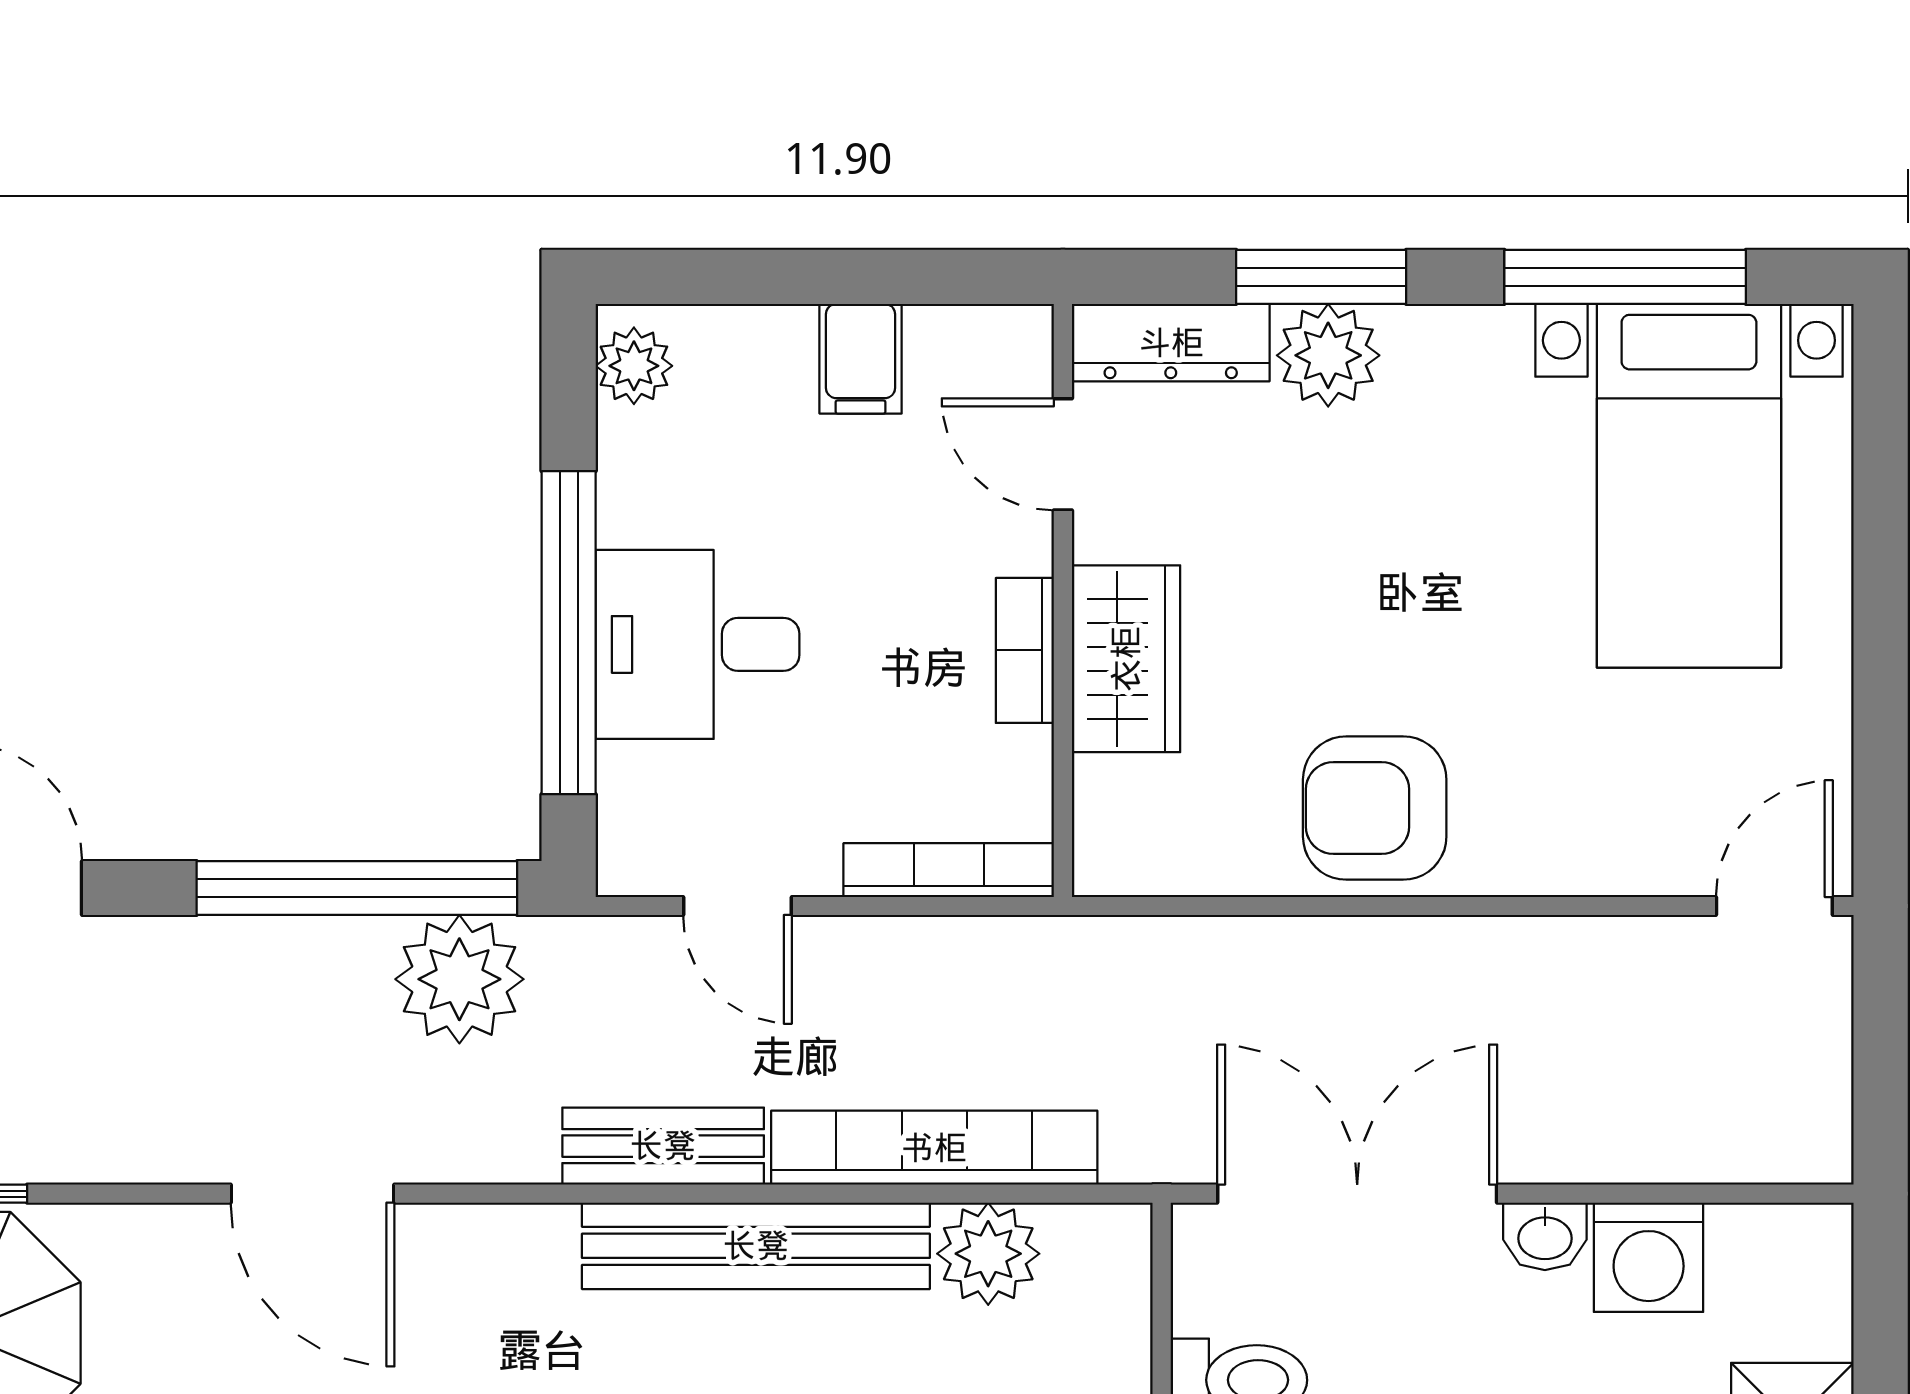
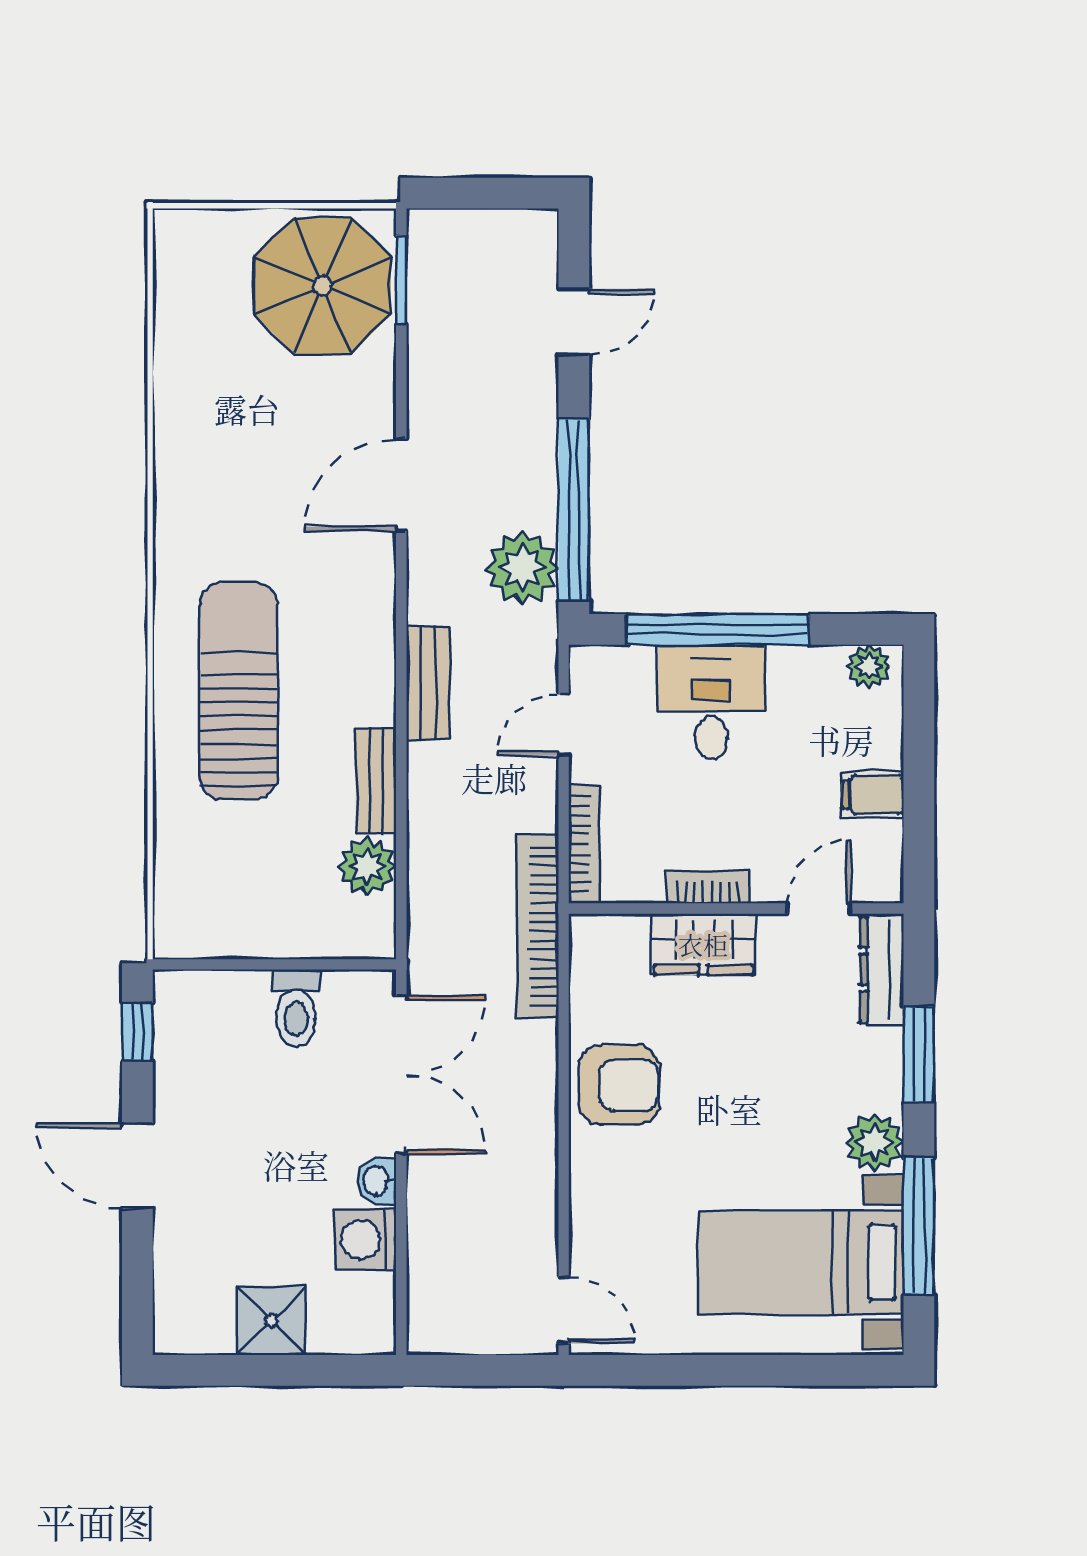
plant: (1328, 355) -> (875, 1142), moved
armchair: (1375, 808) -> (619, 1085), turned 90
bookcase: (934, 1148) -> (538, 926), moved, turned 180
bench: (756, 1246) -> (376, 781), width x0.54, depth x0.82

